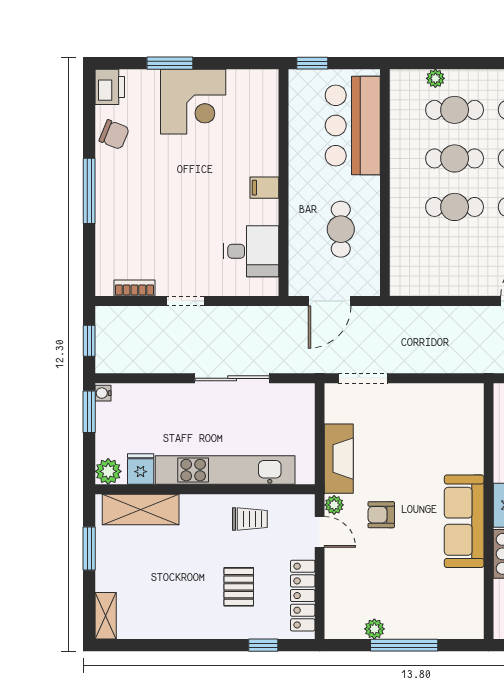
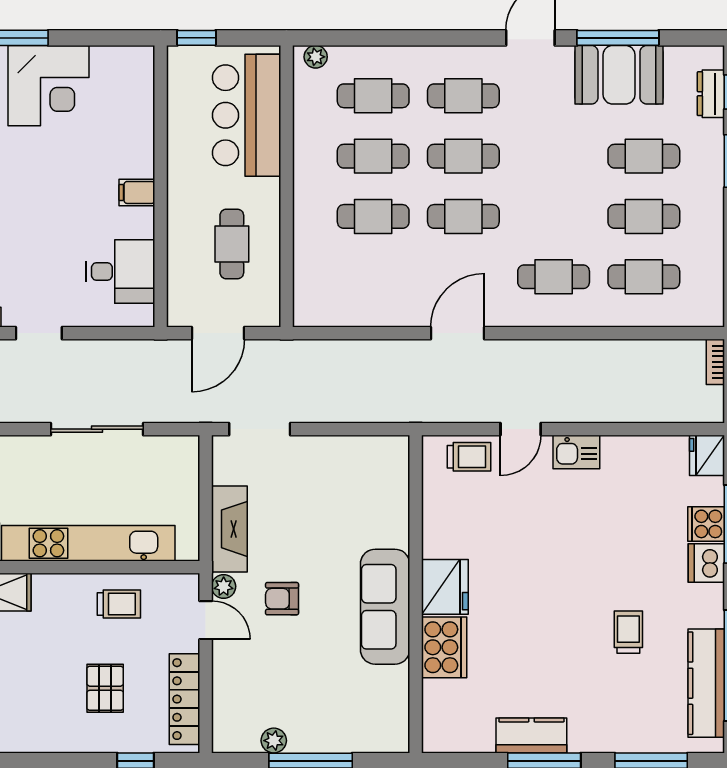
plant: (435, 78) -> (316, 57), moved

